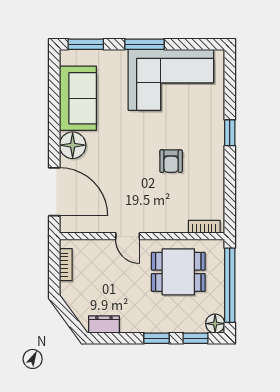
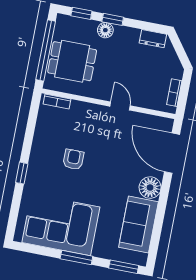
dining table: (178, 272) -> (72, 61), moved
floor lamp: (215, 324) -> (105, 30), moved

